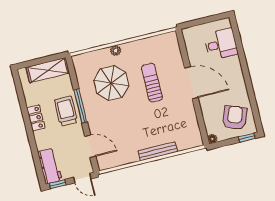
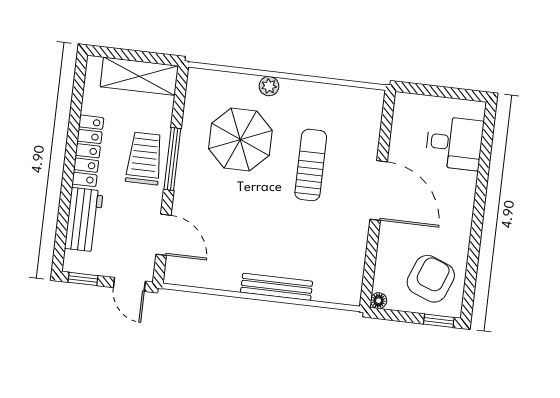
locker: (36, 118) -> (88, 151), width x1.53
workbench: (50, 166) -> (84, 220), moved

